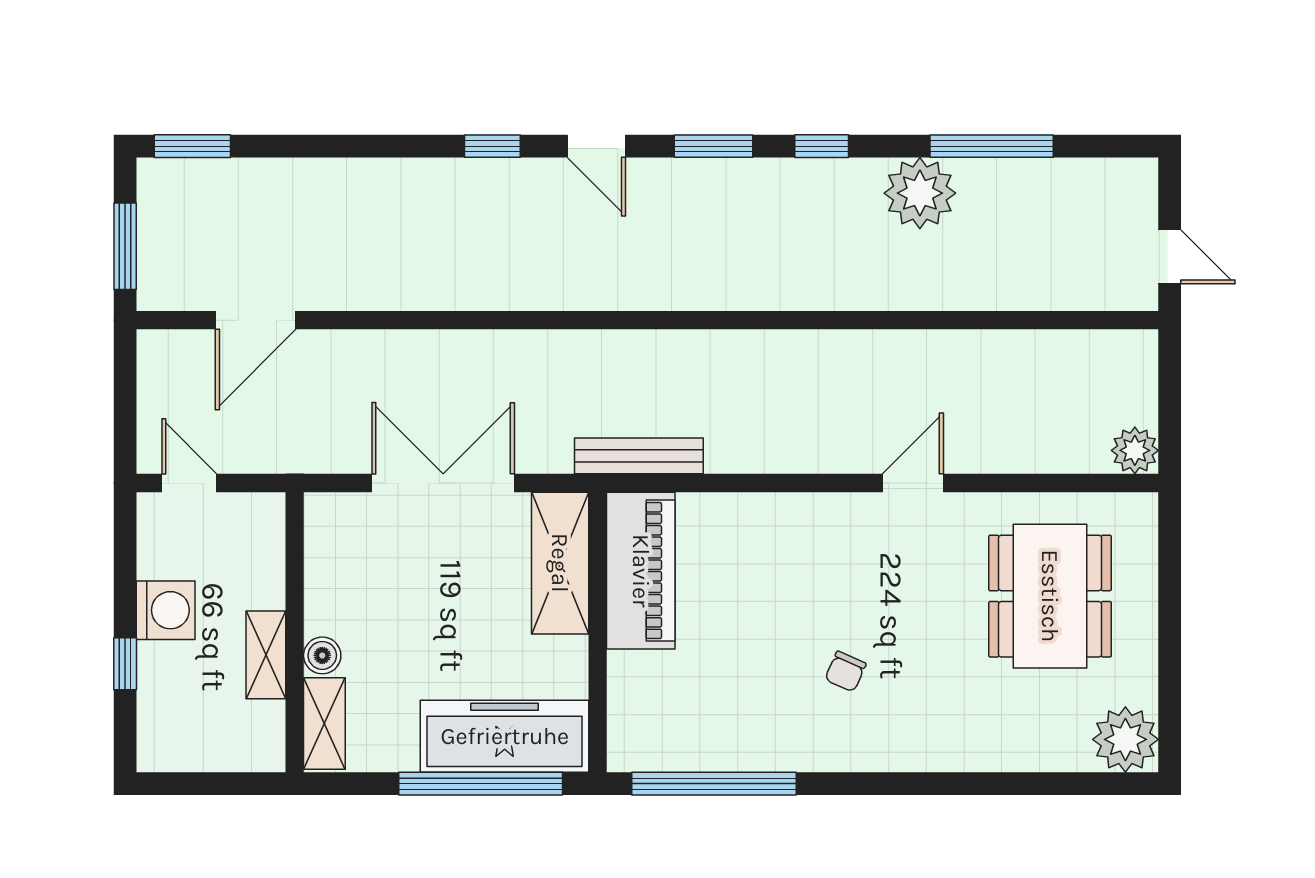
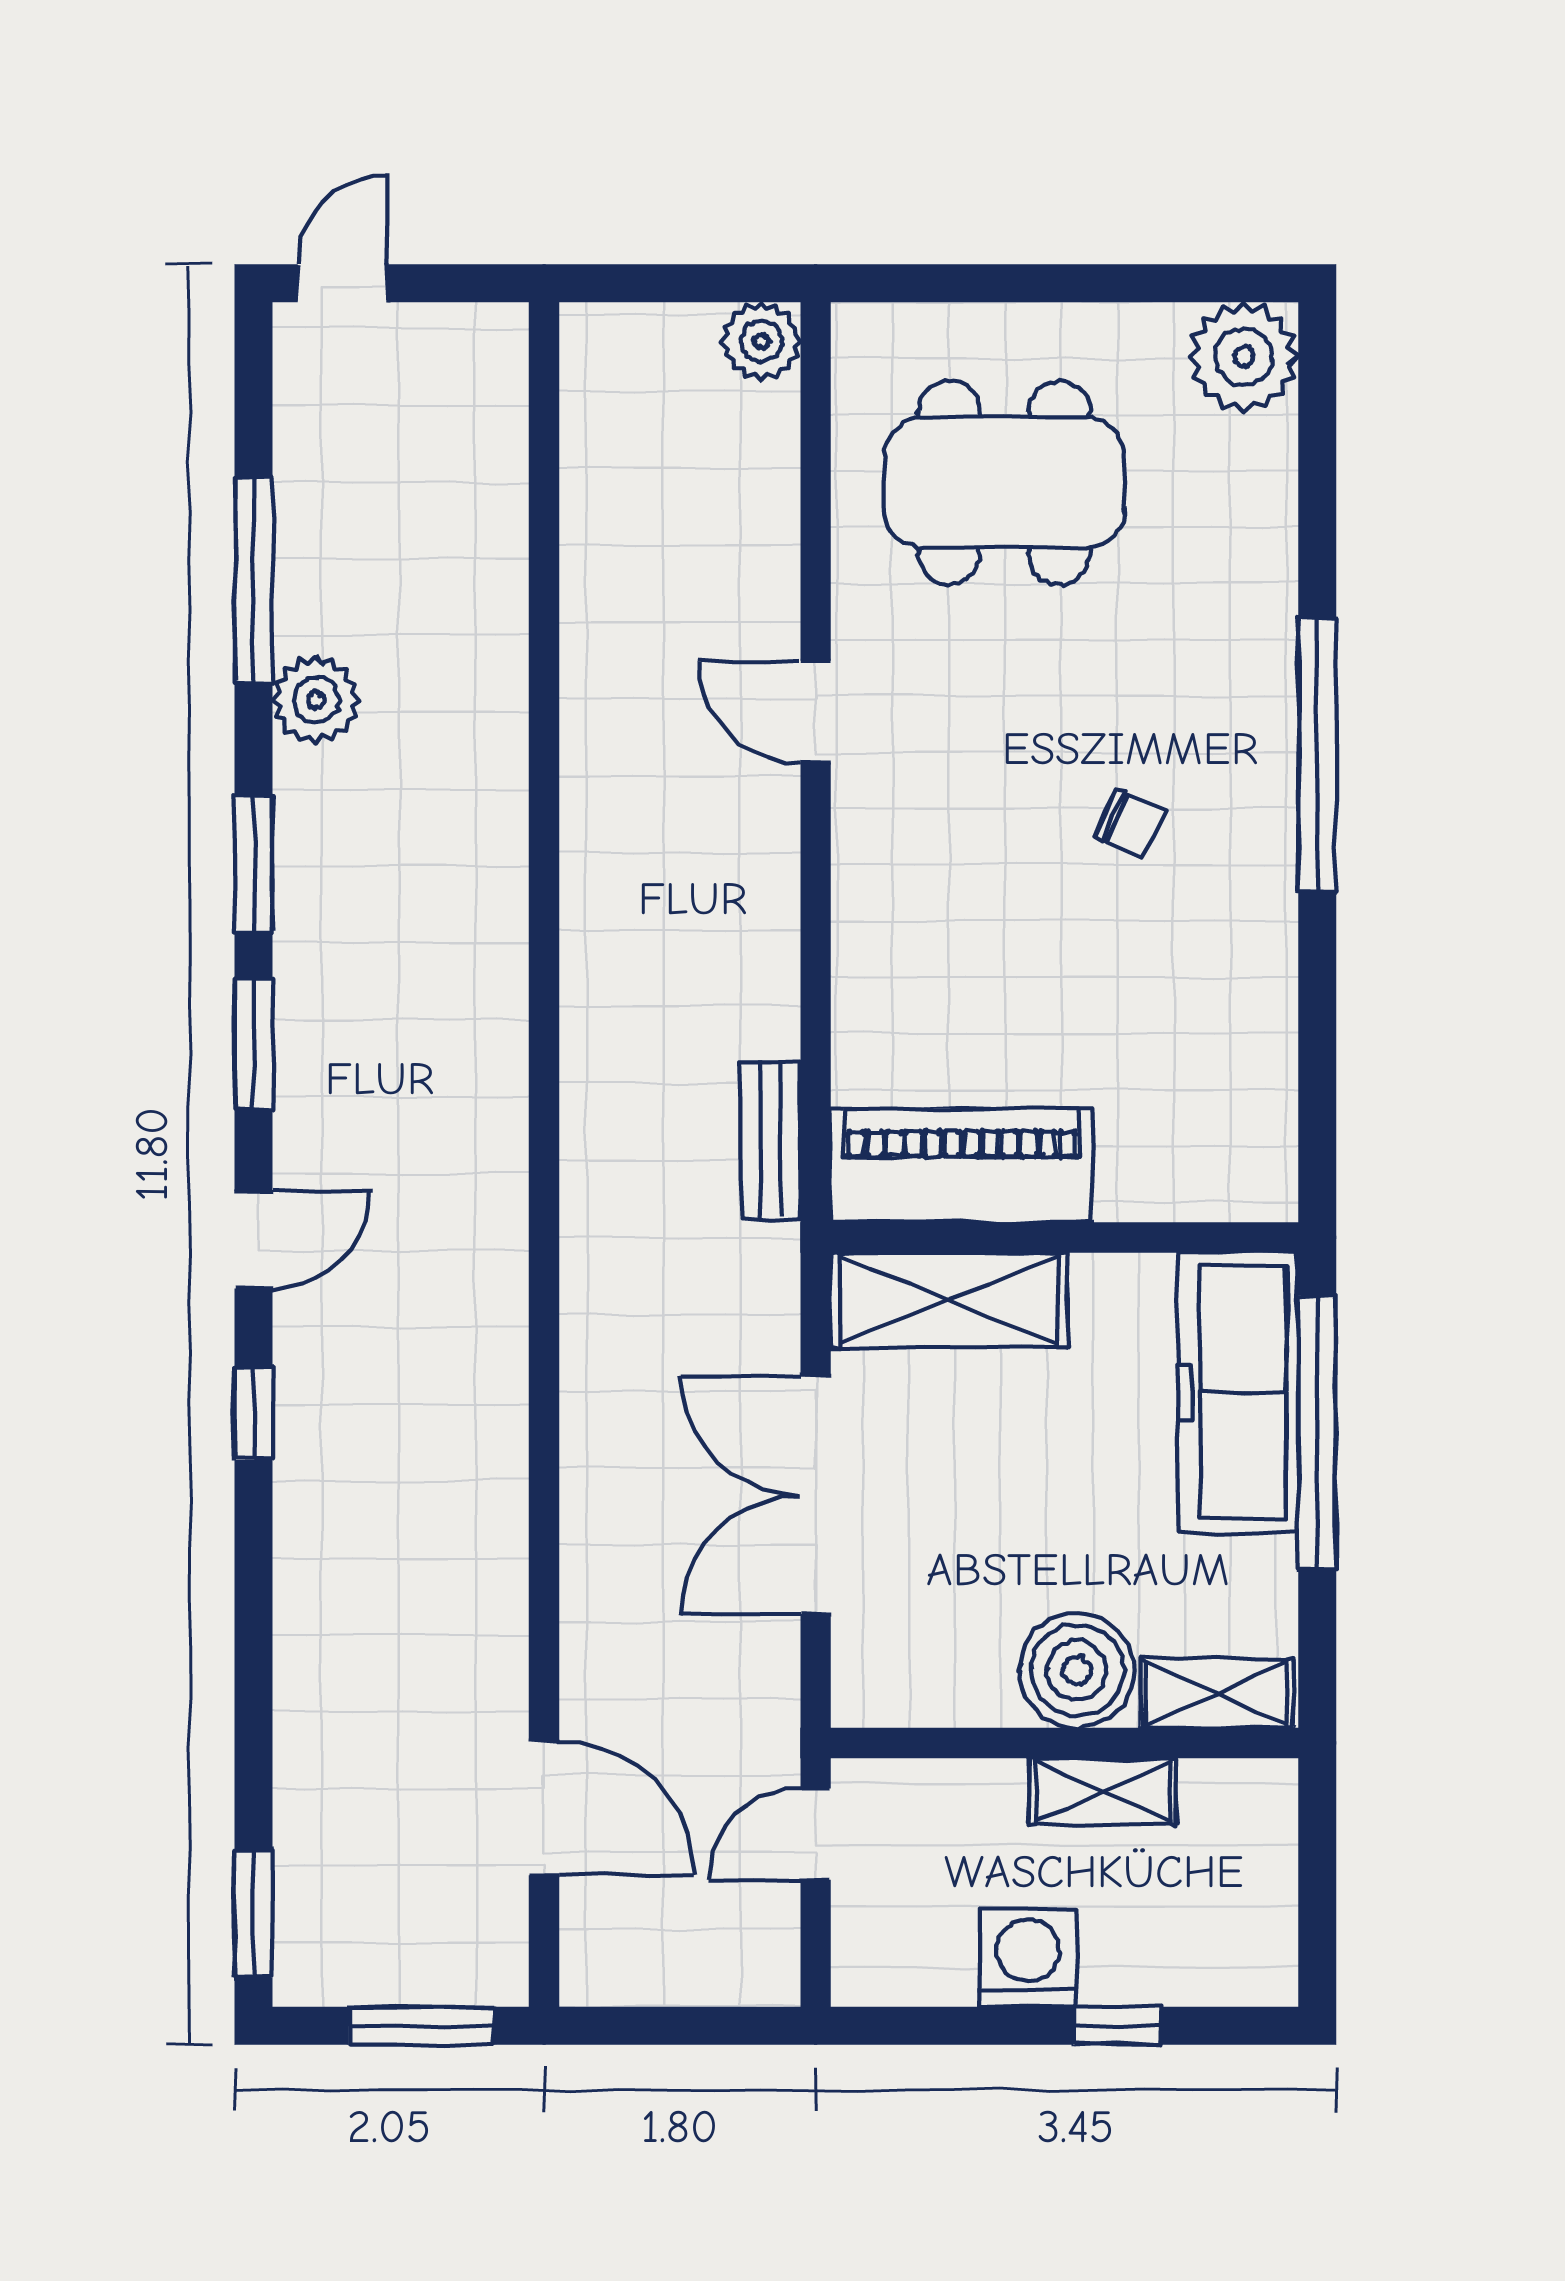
window: (822, 146) -> (254, 864), width x1.50
plant: (920, 193) -> (316, 700), width x0.73, depth x0.73
door: (1170, 257) -> (343, 283), moved
bench: (639, 456) -> (771, 1140), width x0.73
door: (189, 483) -> (816, 1834), moved
boiler: (322, 655) -> (1077, 1670), width x1.86, depth x1.86
window: (714, 784) -> (1317, 755), moved

